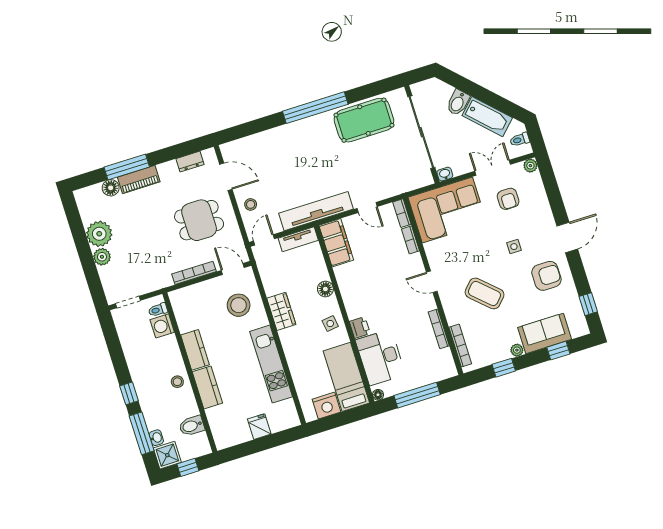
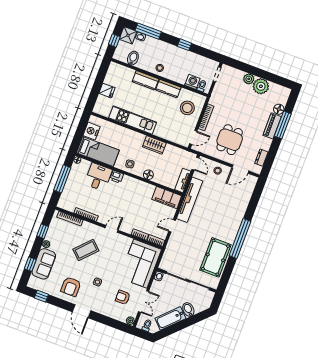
stool: (239, 305) -> (187, 108), moved
desk: (380, 357) -> (98, 177), width x0.73
window: (129, 393) -> (184, 45), moved

